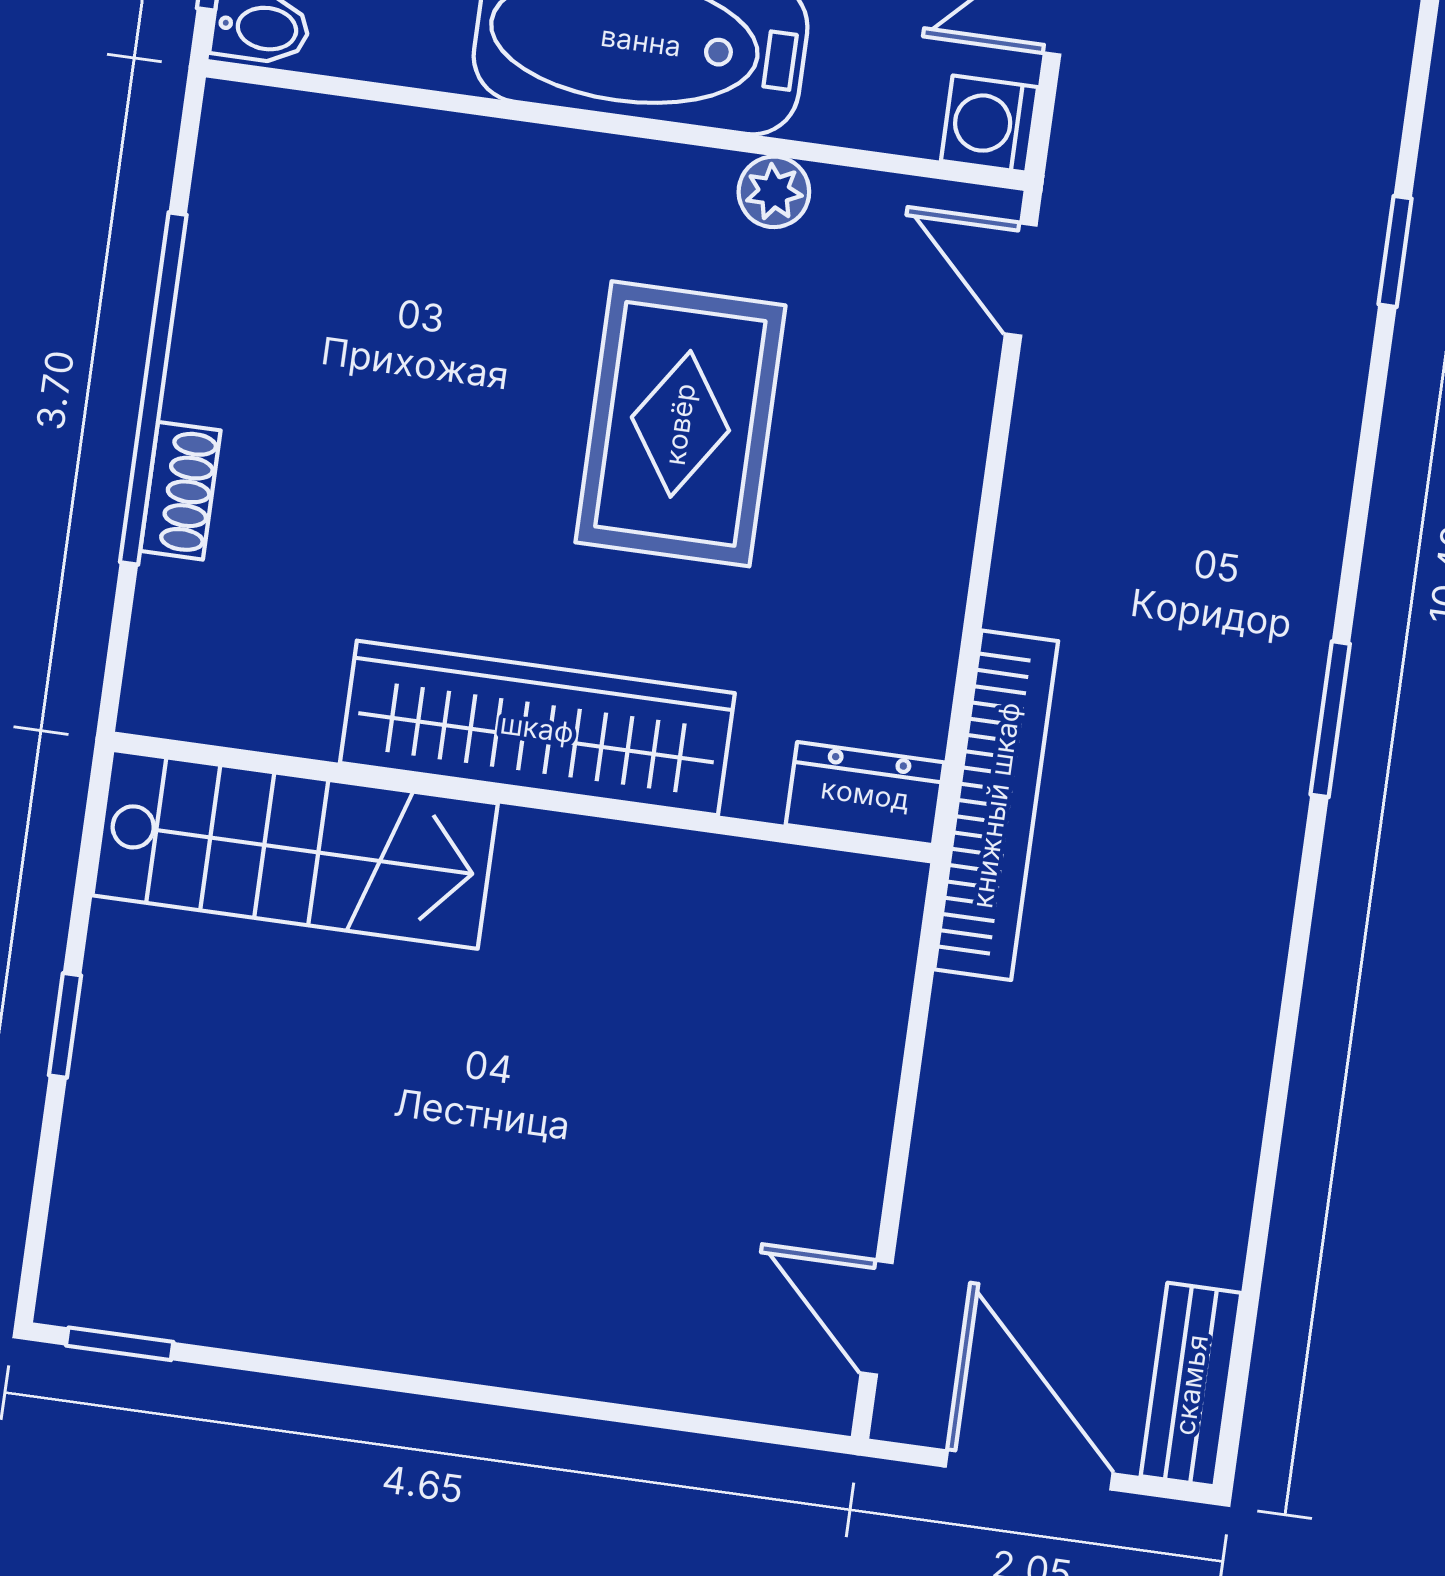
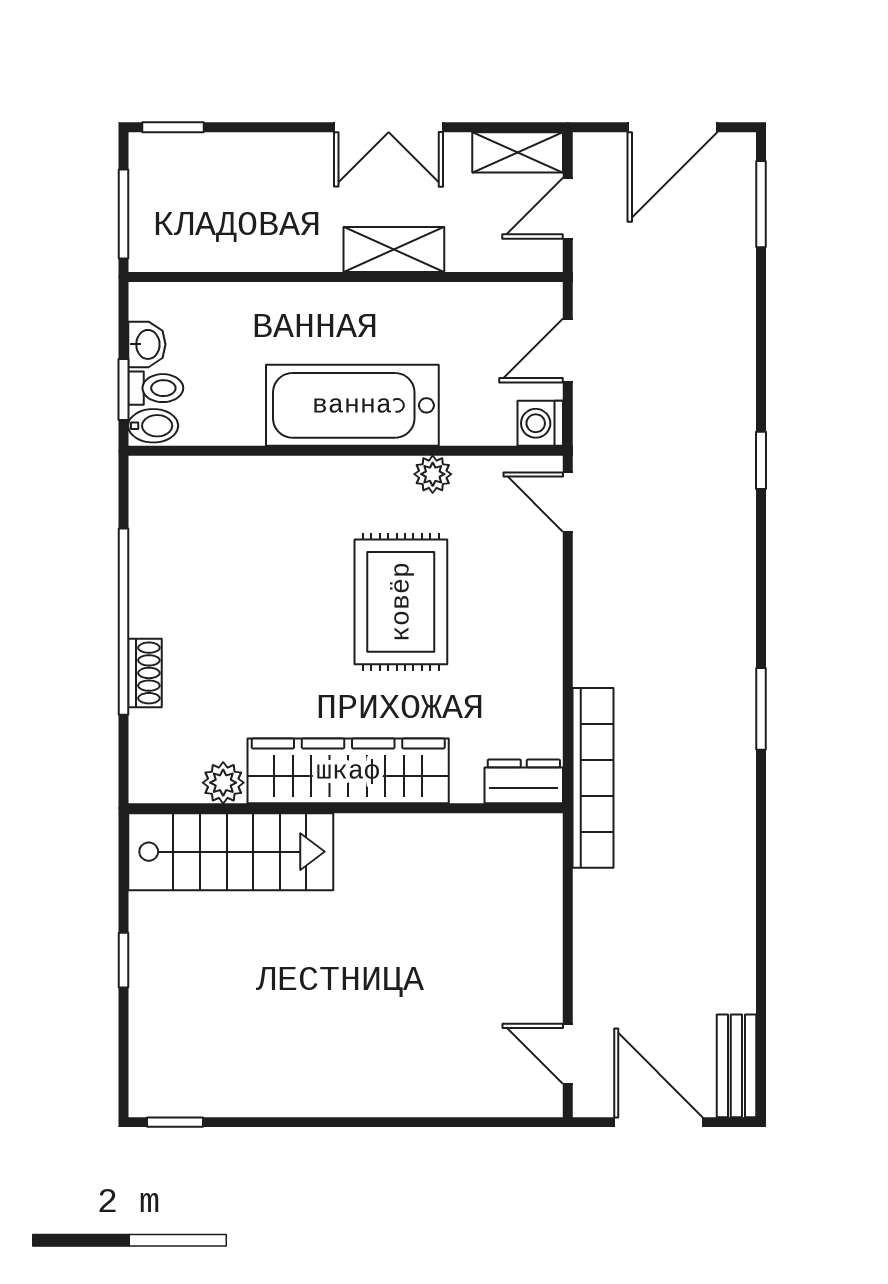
plant: (299, 718) -> (223, 783), added

